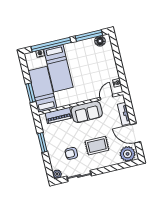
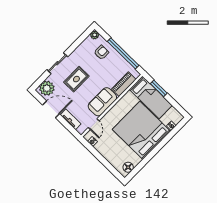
window: (89, 36) -> (140, 166), removed
window: (51, 45) -> (167, 139), removed
bed: (58, 68) -> (141, 130), width x2.04
window: (42, 143) -> (123, 53), width x2.11
armchair: (71, 153) -> (101, 52), moved
sliding door: (79, 176) -> (57, 63), moved

